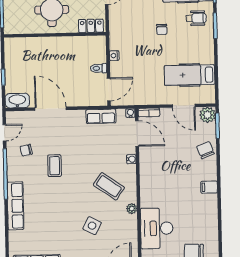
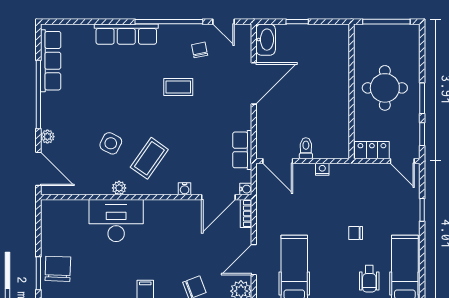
locker: (91, 26) -> (372, 150), moved, turned -90
side table: (92, 226) -> (111, 143), moved
desk: (157, 228) -> (116, 220), moved

